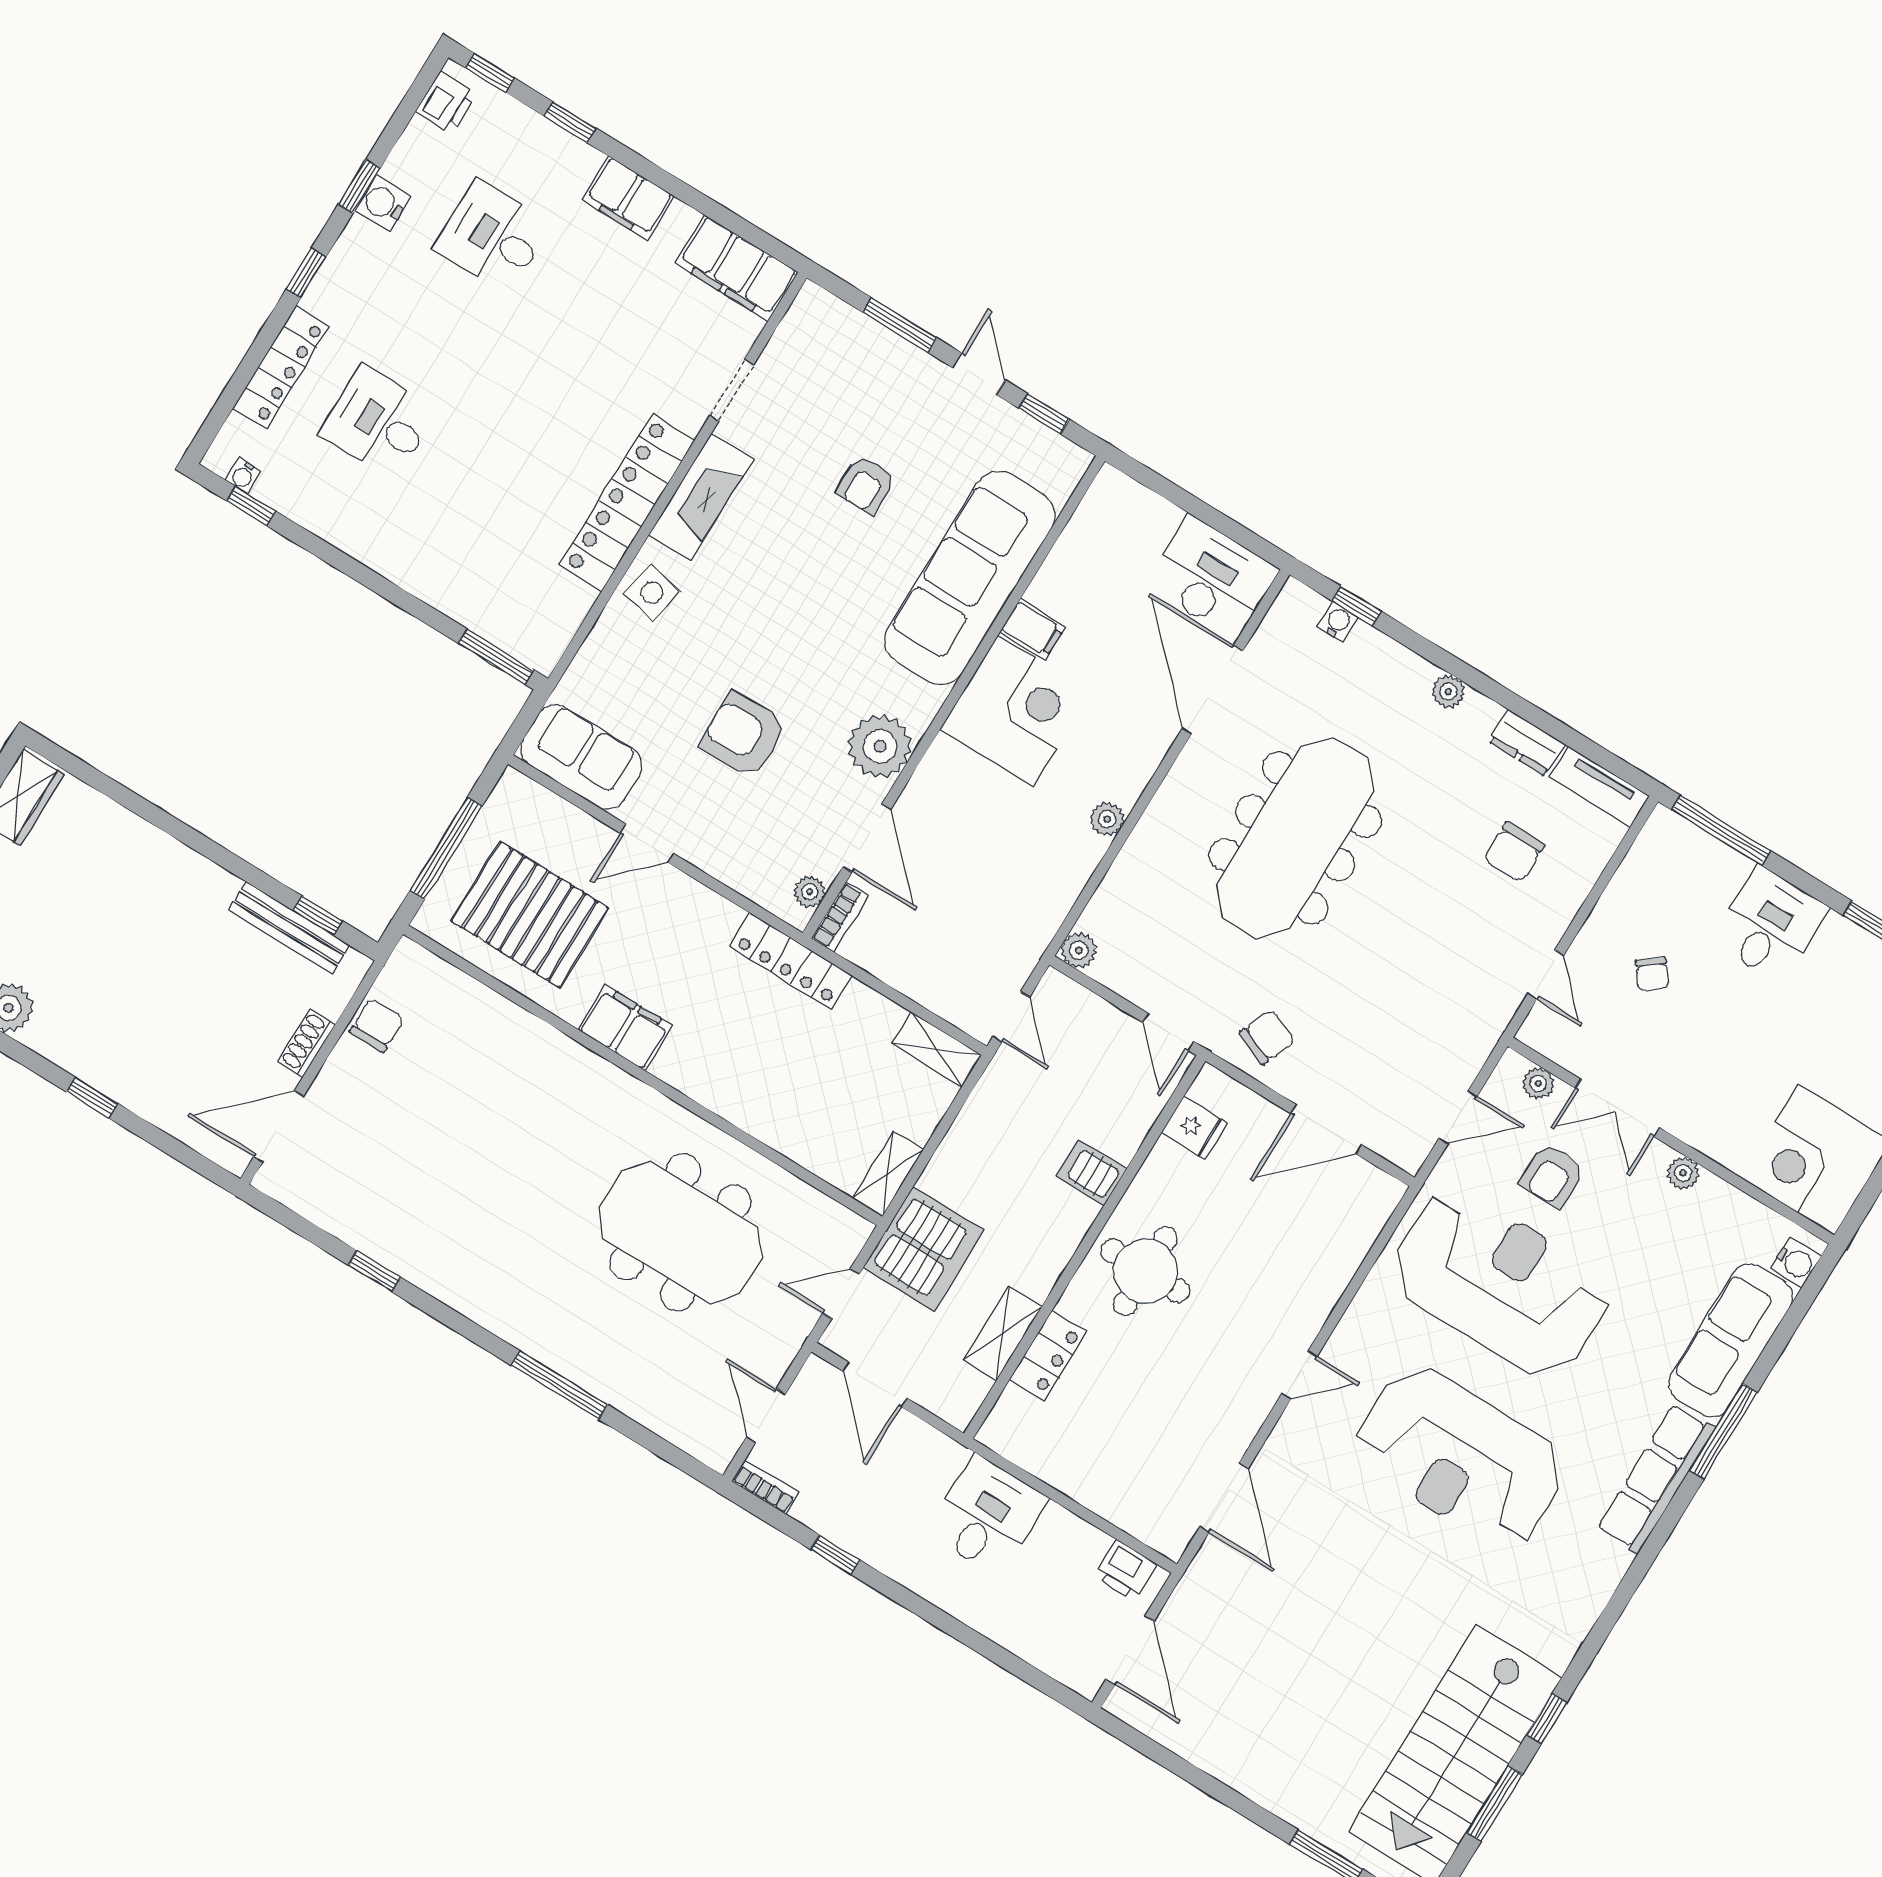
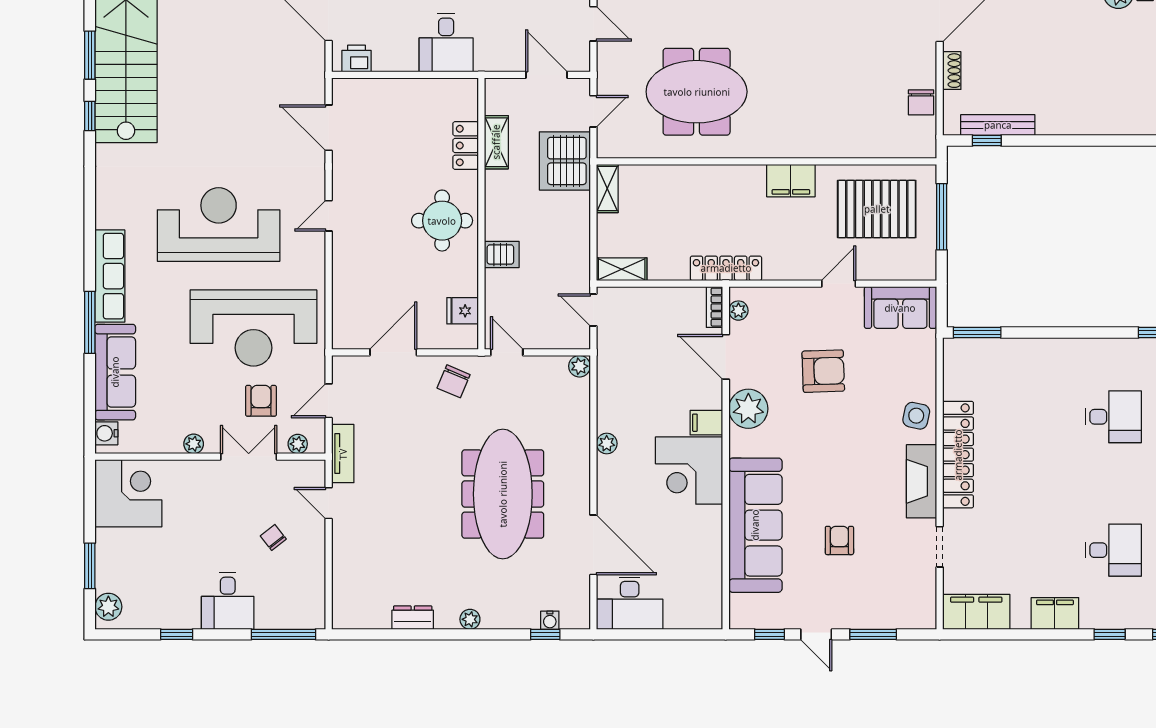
filing cabinet: (1033, 629) -> (706, 423), moved
tv unit: (1600, 787) -> (343, 454), moved, turned 90
chair: (1514, 852) -> (384, 557), removed

